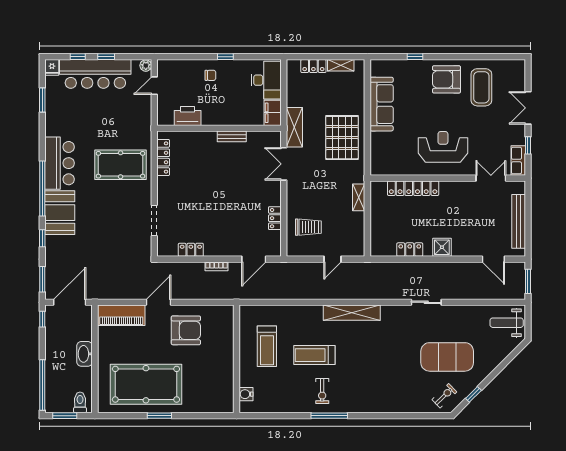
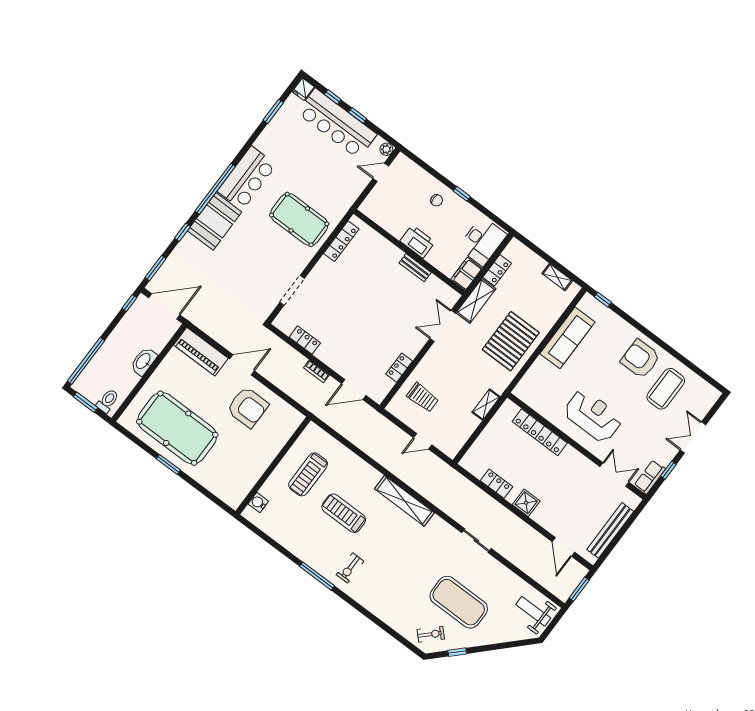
window: (415, 57) -> (603, 300), moved
locker: (313, 66) -> (497, 270), moved, turned -90
printer: (188, 116) -> (417, 242), moved
exercise bike: (322, 391) -> (350, 568), moved

